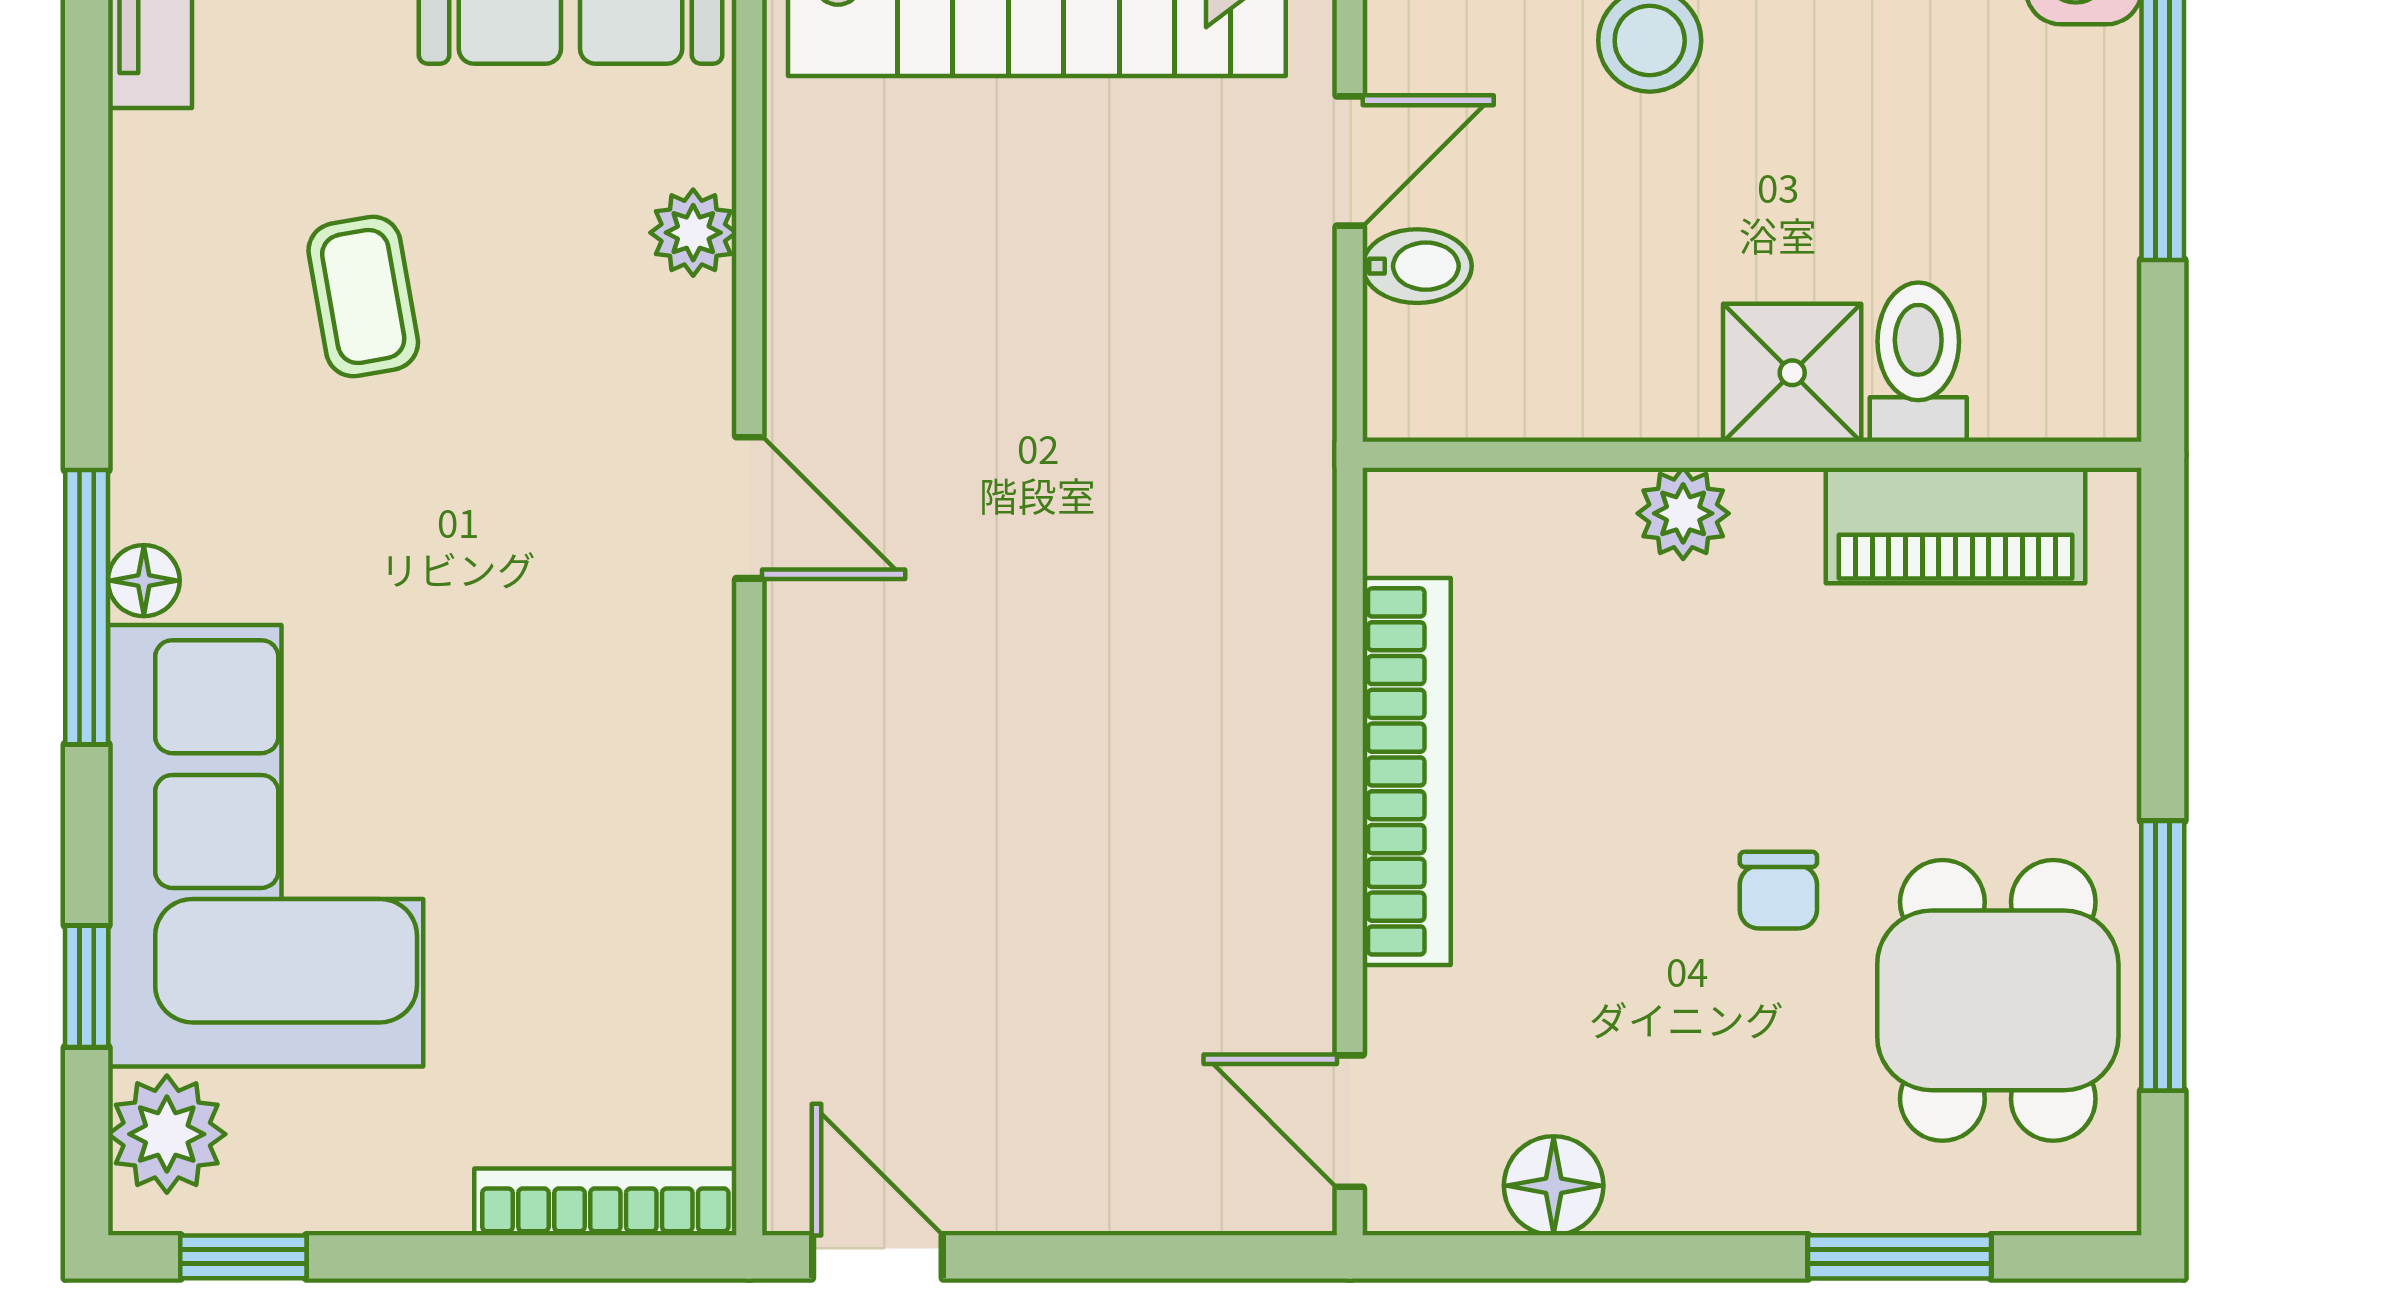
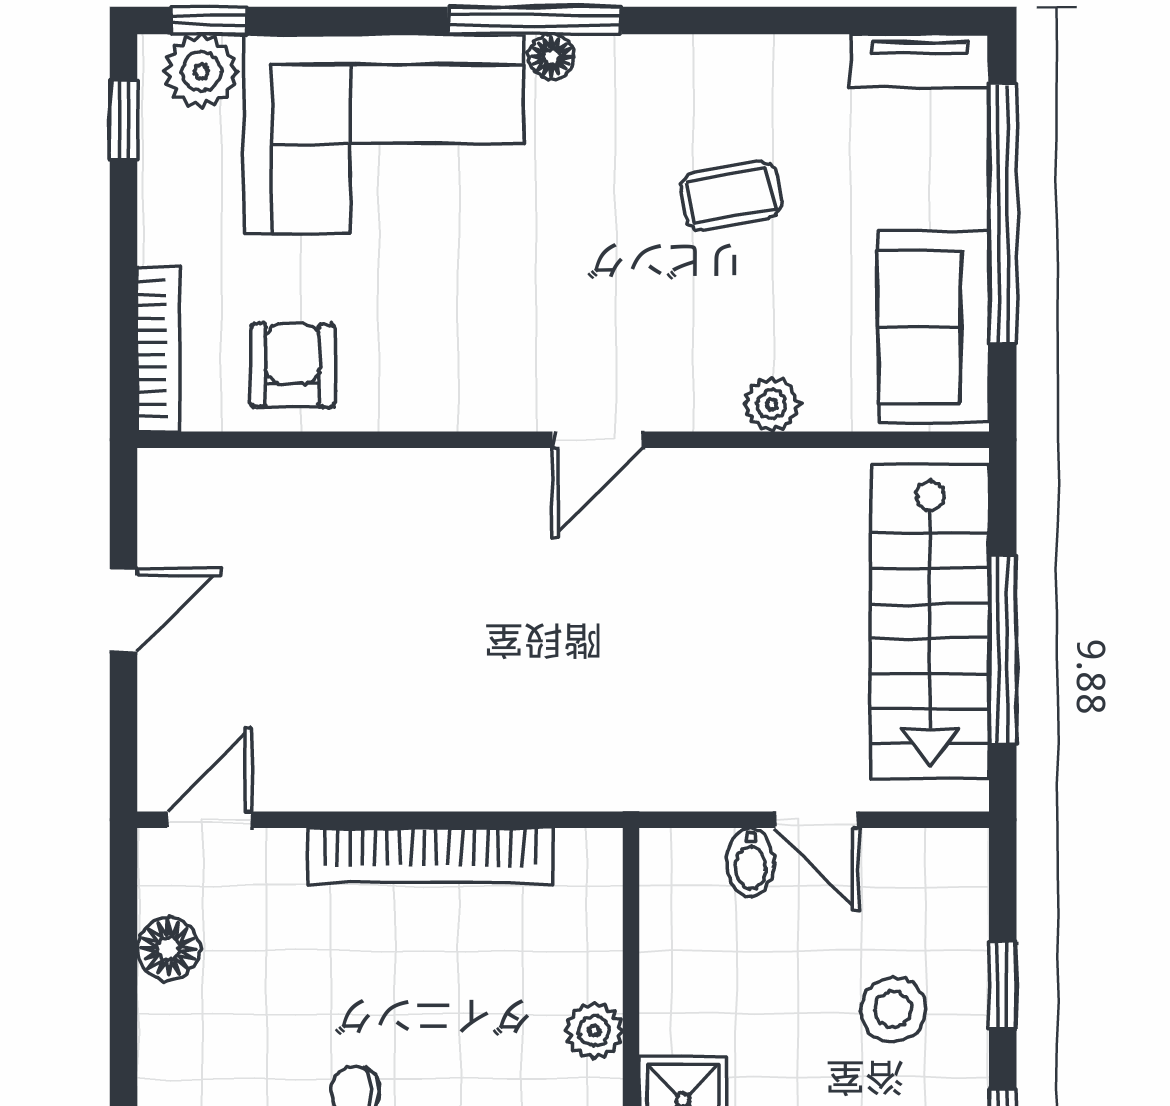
window: (87, 986) -> (209, 21), moved
armchair: (632, 990) -> (293, 365), added
door: (877, 1257) -> (124, 610), moved

